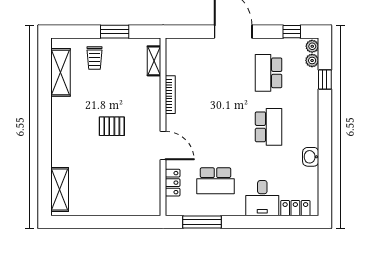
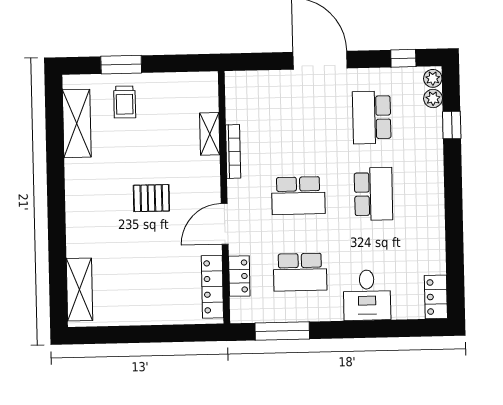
window: (115, 32) -> (121, 65), moved
shelving: (154, 61) -> (210, 134), moved
school desk: (215, 127) -> (298, 196), added
door: (163, 146) -> (225, 224), swing flipped
washbasin: (311, 157) -> (434, 235), removed
locker: (153, 190) -> (212, 287), added
locker: (295, 208) -> (436, 297), moved, turned -90

